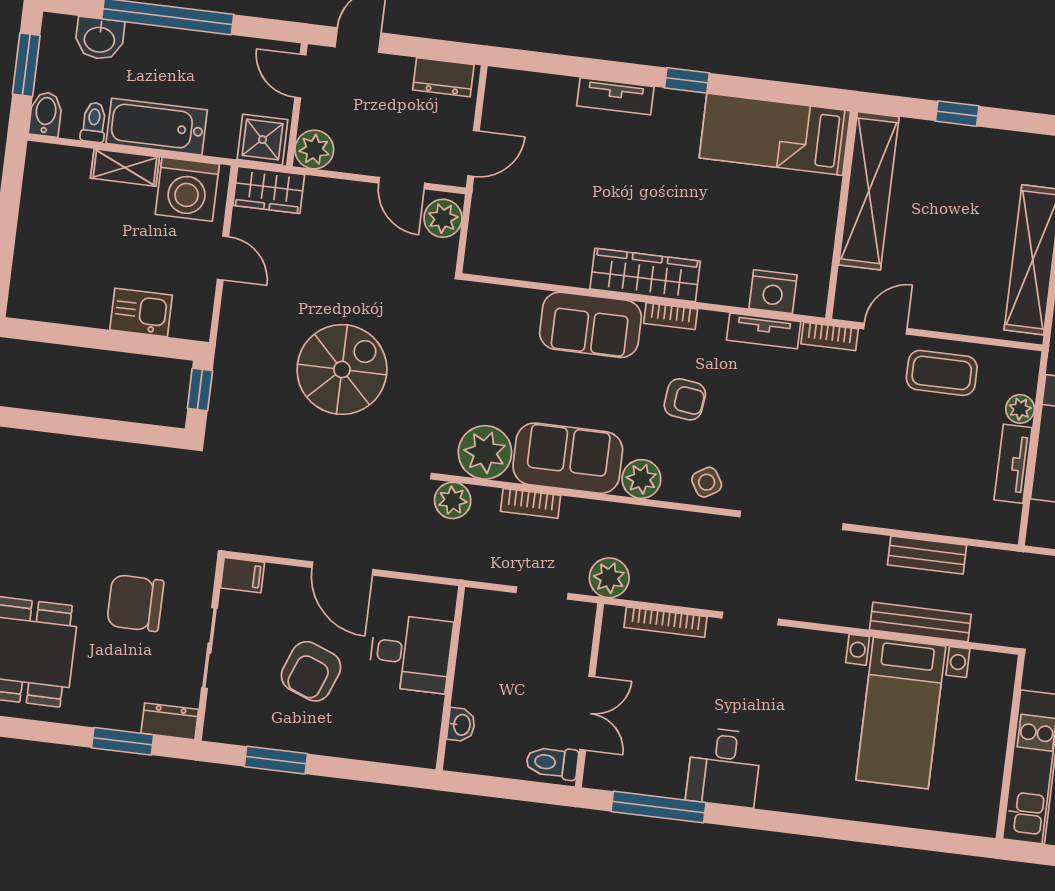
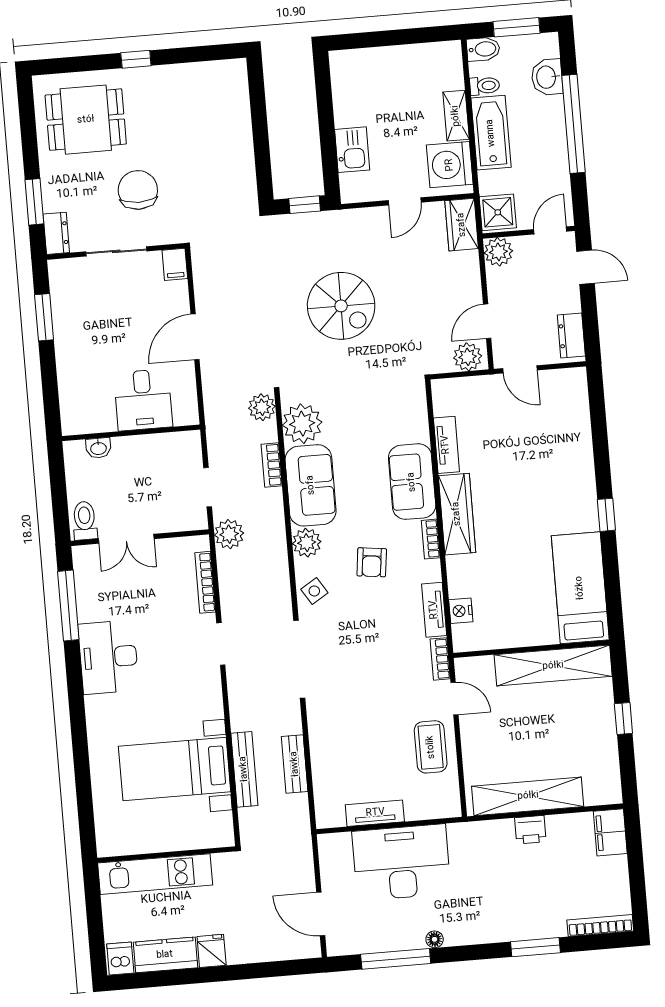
tv unit: (615, 96) -> (446, 445), moved, turned 180
nightstand: (773, 292) -> (461, 611), width x0.74, depth x0.75
plant: (1020, 409) -> (416, 810), removed
armchair: (311, 671) -> (115, 329), removed
desk: (724, 767) -> (108, 657), width x1.37

